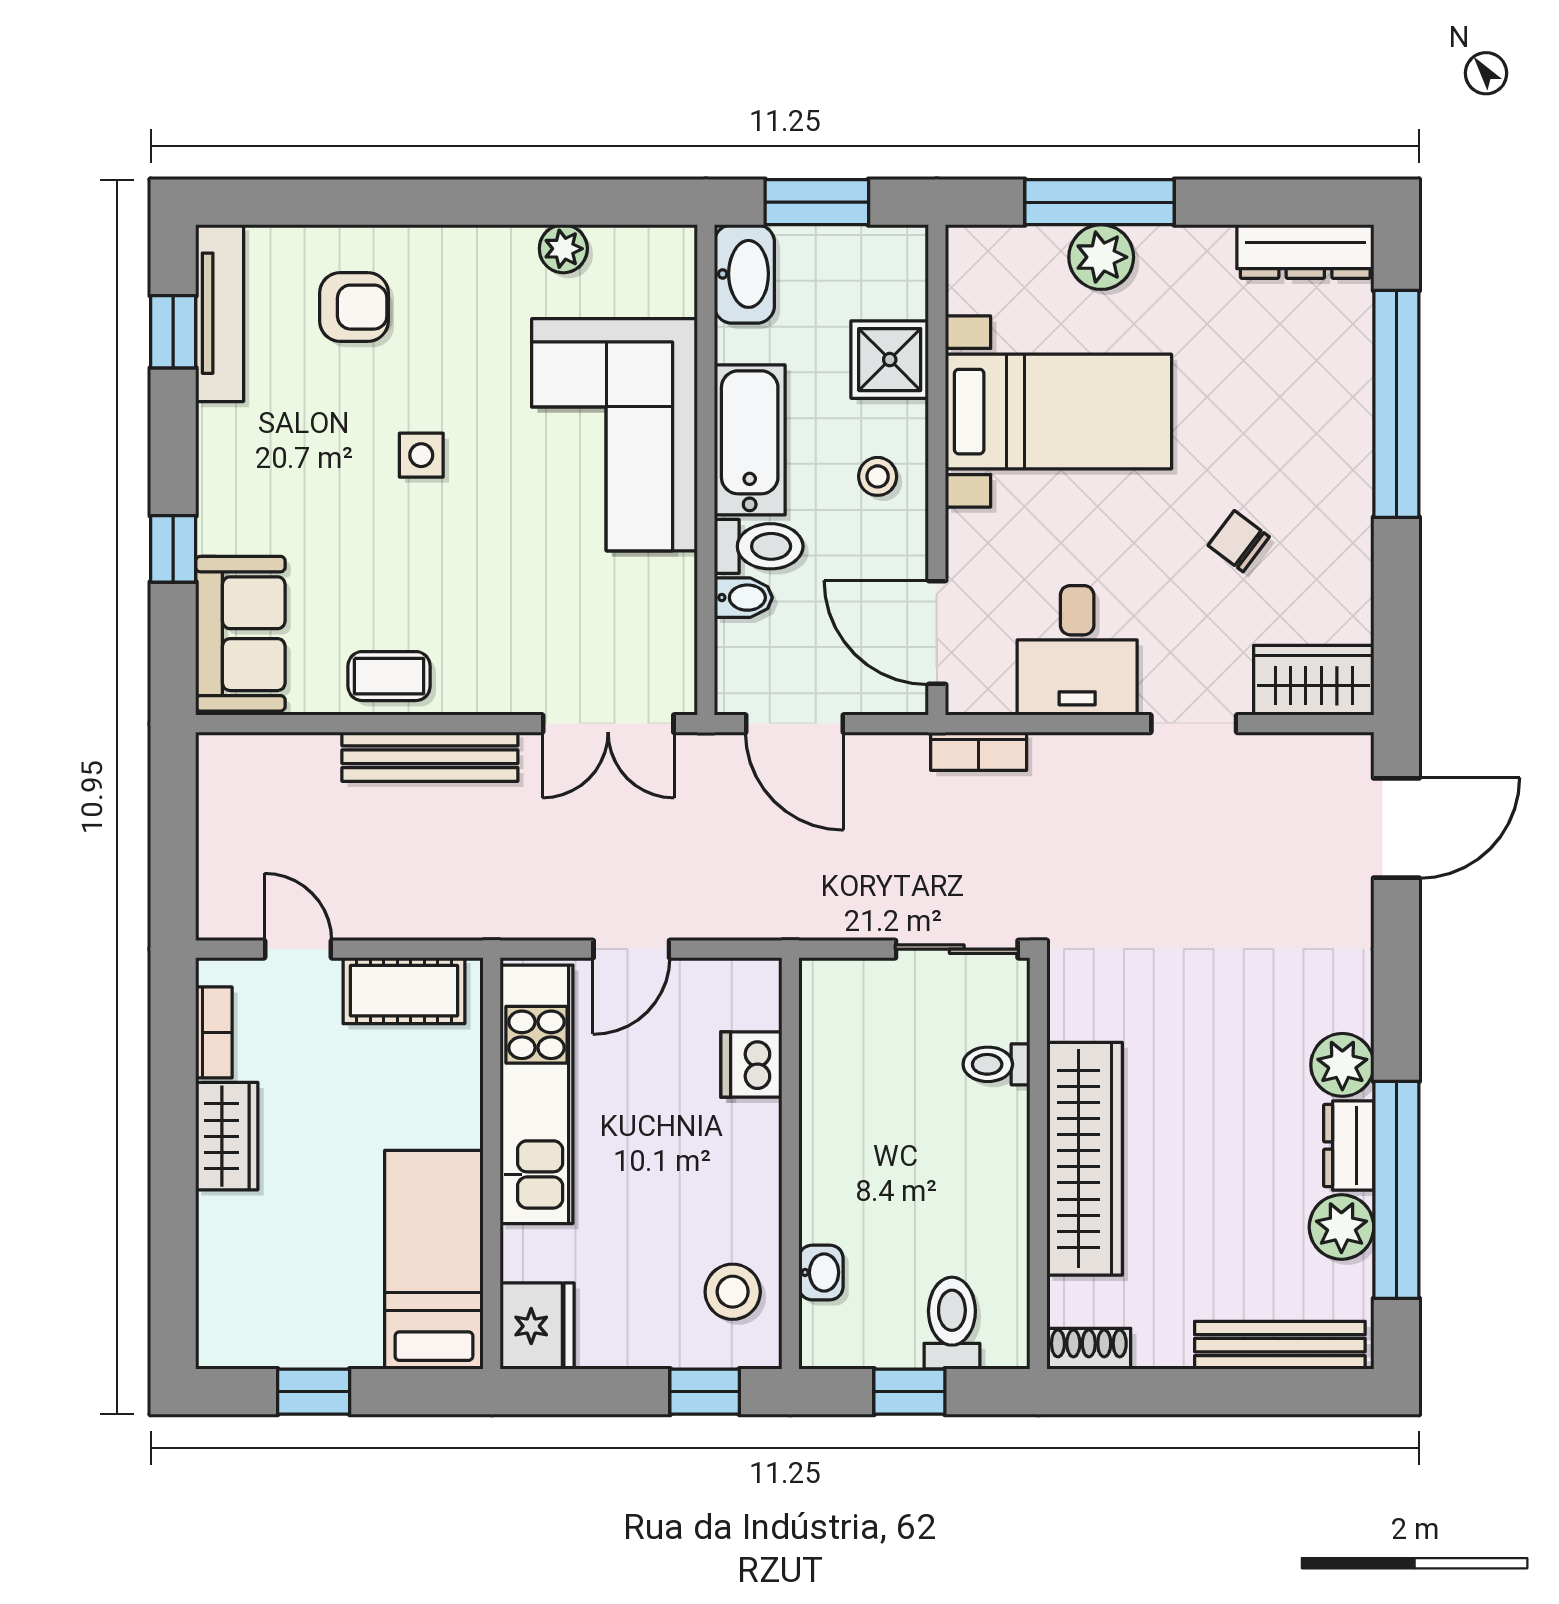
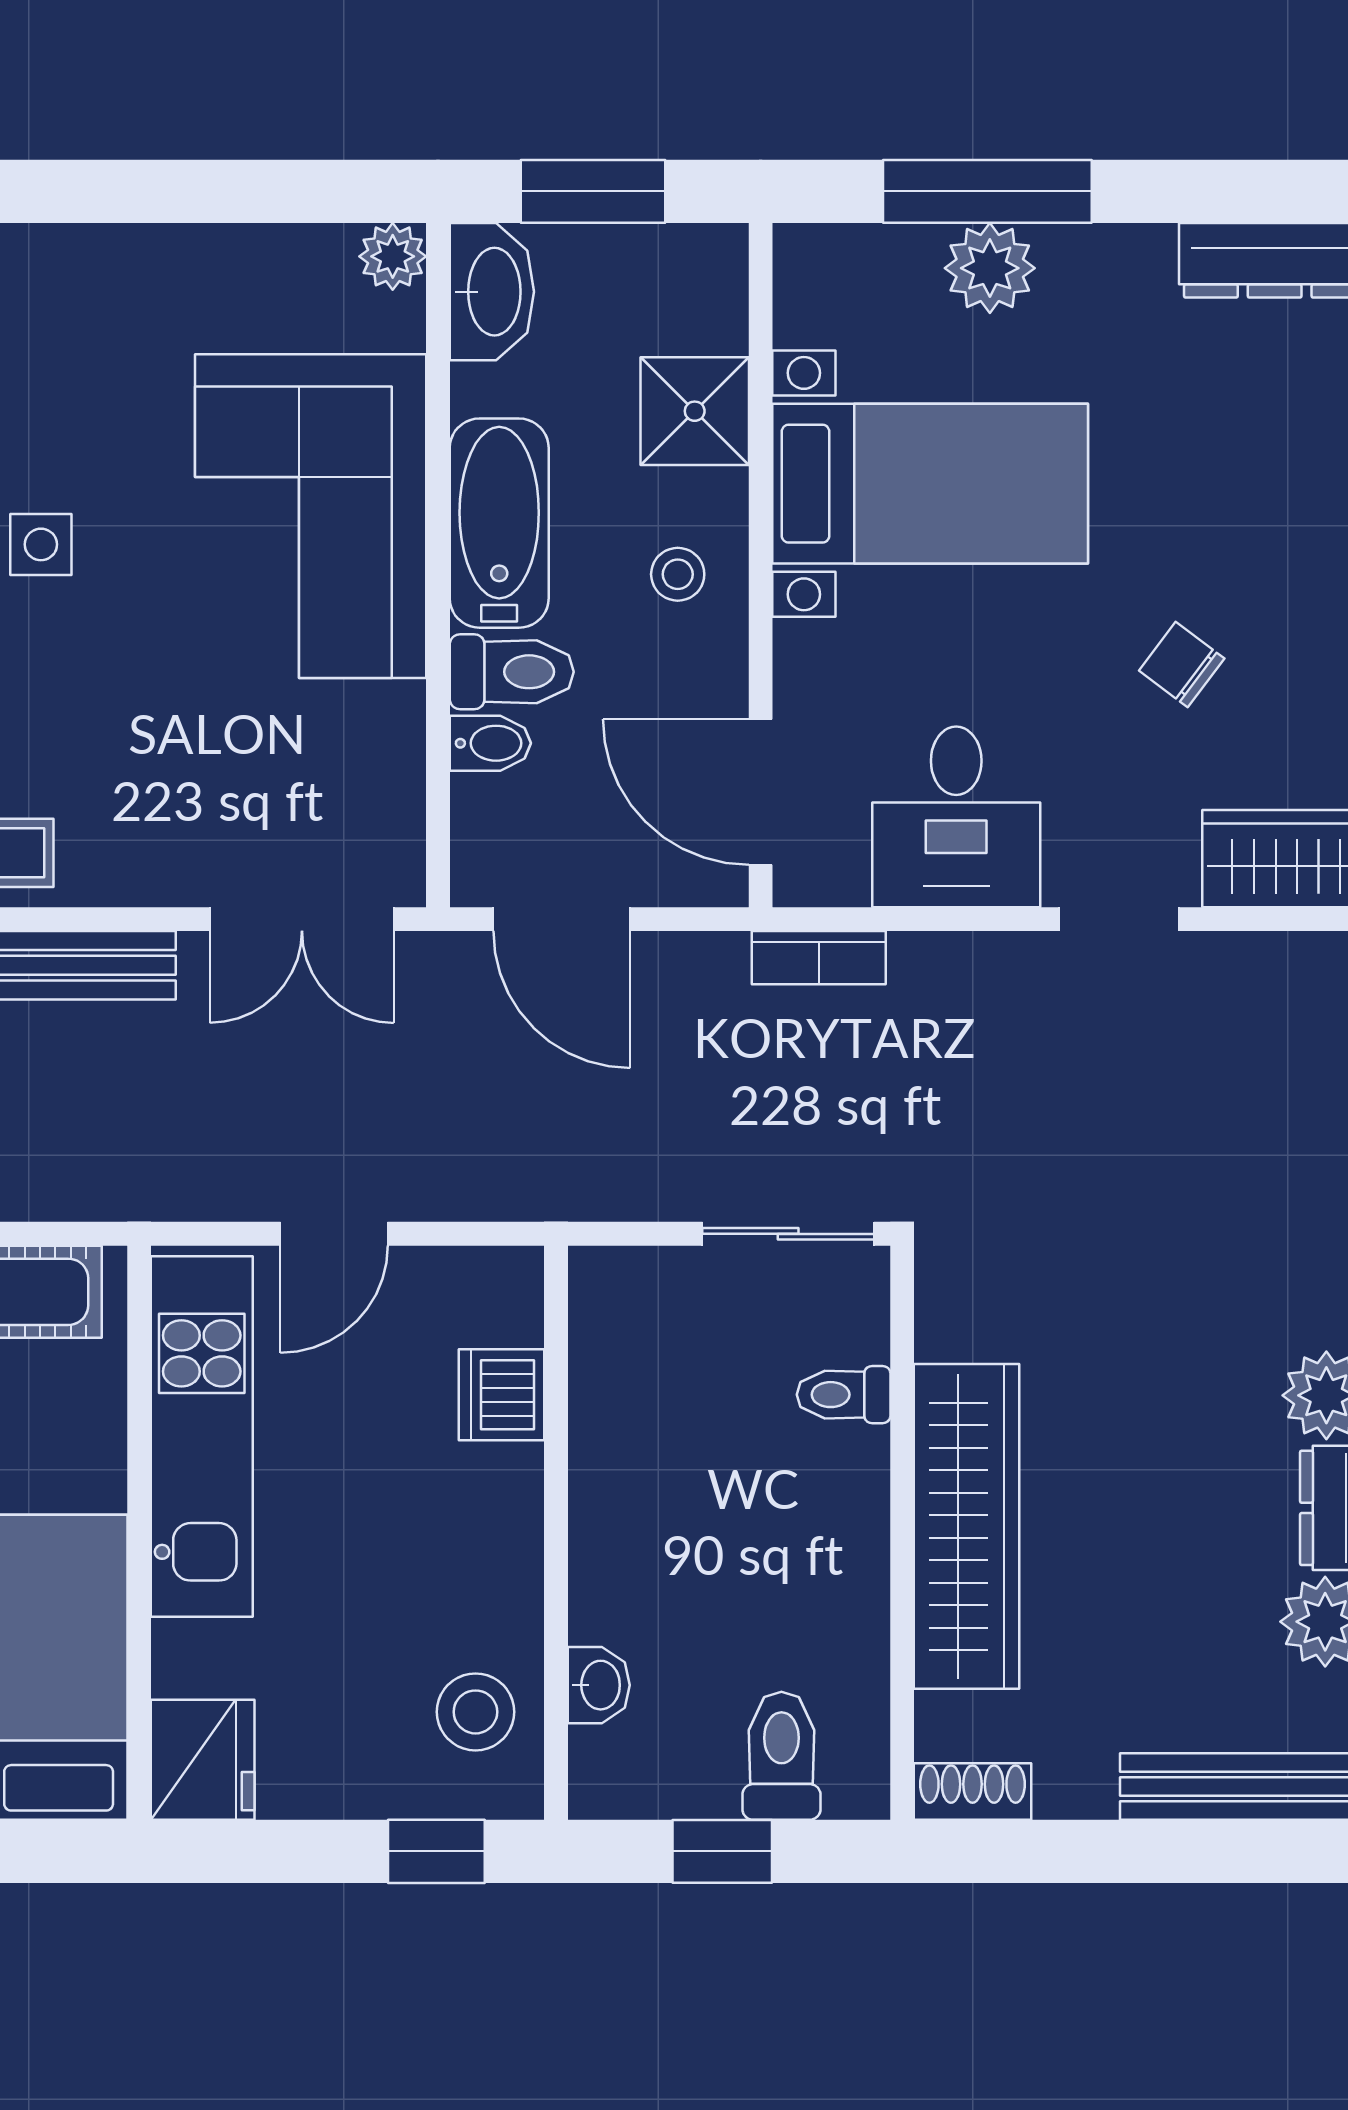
plant: (563, 249) -> (393, 256), moved

